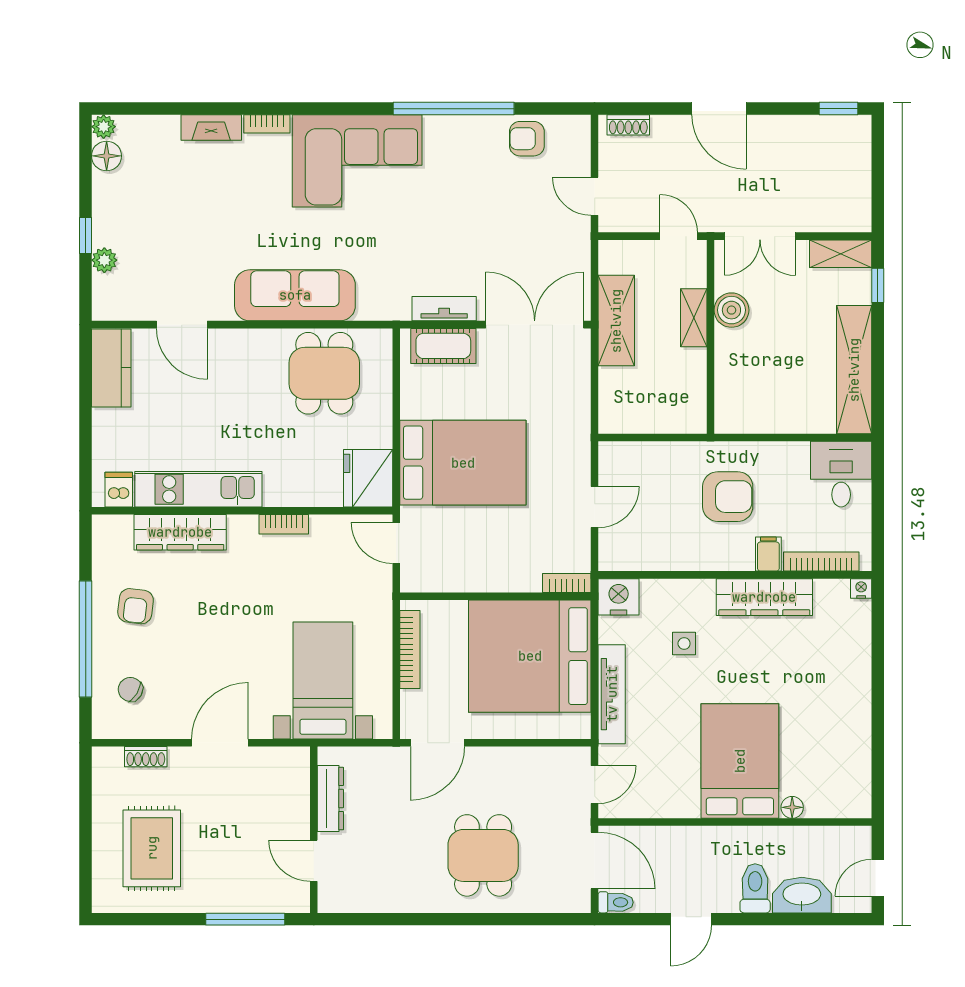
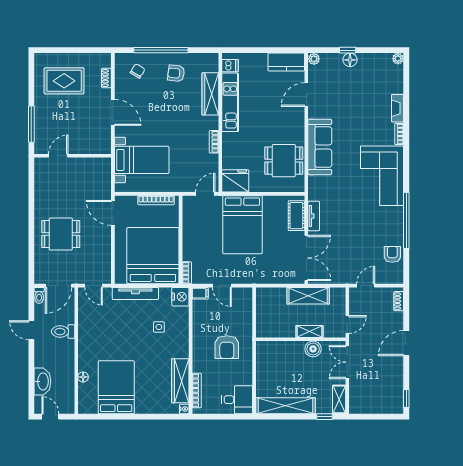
floor lamp: (107, 156) -> (350, 60), moved
plant: (104, 260) -> (314, 59), moved
filing cabinet: (768, 554) -> (200, 293), moved
wardrobe: (764, 597) -> (180, 381), moved
bed: (740, 761) -> (116, 387), moved, turned -90
dresser: (330, 799) -> (87, 163), removed
toilet: (755, 888) -> (63, 332), moved, turned 180

